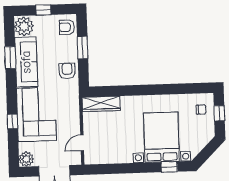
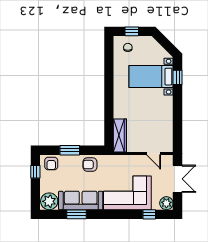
window: (44, 10) -> (35, 172), moved
window: (12, 121) -> (149, 214), moved
bed with nightstands: (161, 137) -> (151, 77), width x0.73

